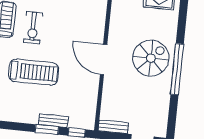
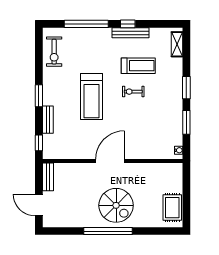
exercise bike: (33, 28) -> (133, 92), width x0.73, depth x0.72
window: (47, 129) -> (39, 96), moved

